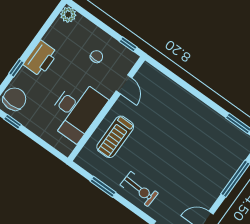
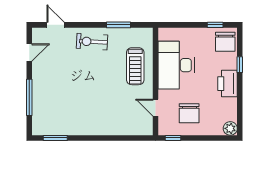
chair: (96, 57) -> (189, 113), width x1.87, depth x1.87
treadmill: (115, 137) -> (135, 66), turned 180

